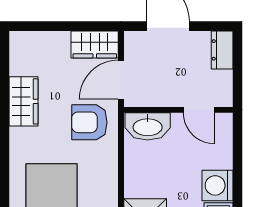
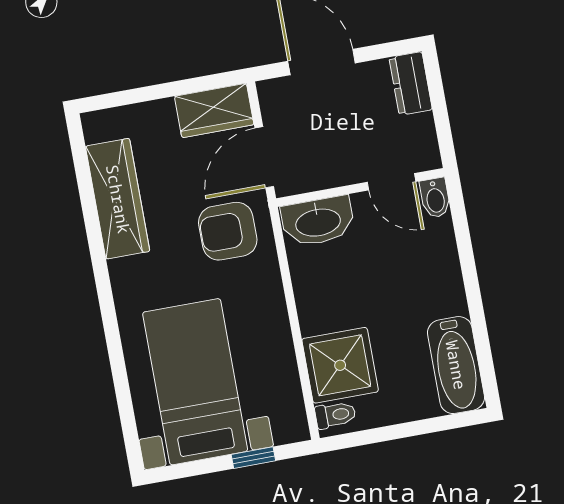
wardrobe: (24, 101) -> (118, 199), width x1.50
bidet: (224, 125) -> (435, 198), added
washing machine: (218, 185) -> (441, 292), removed

